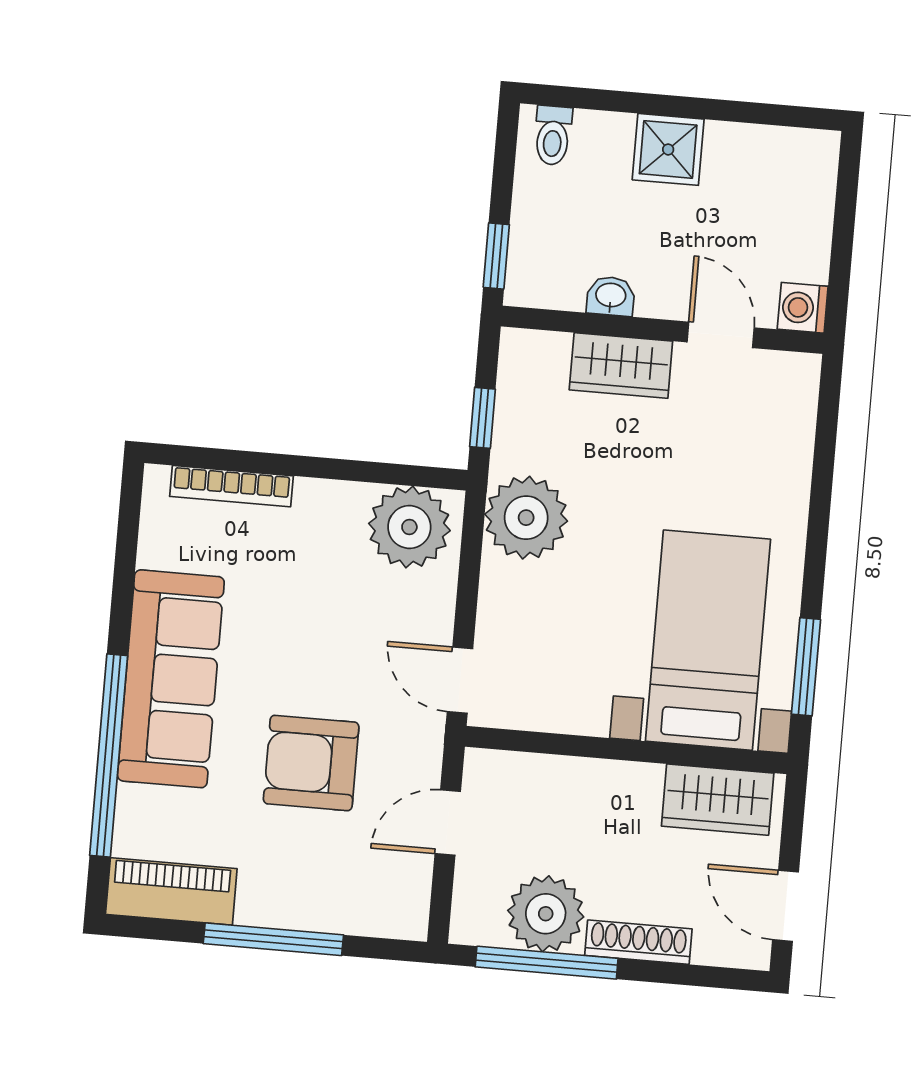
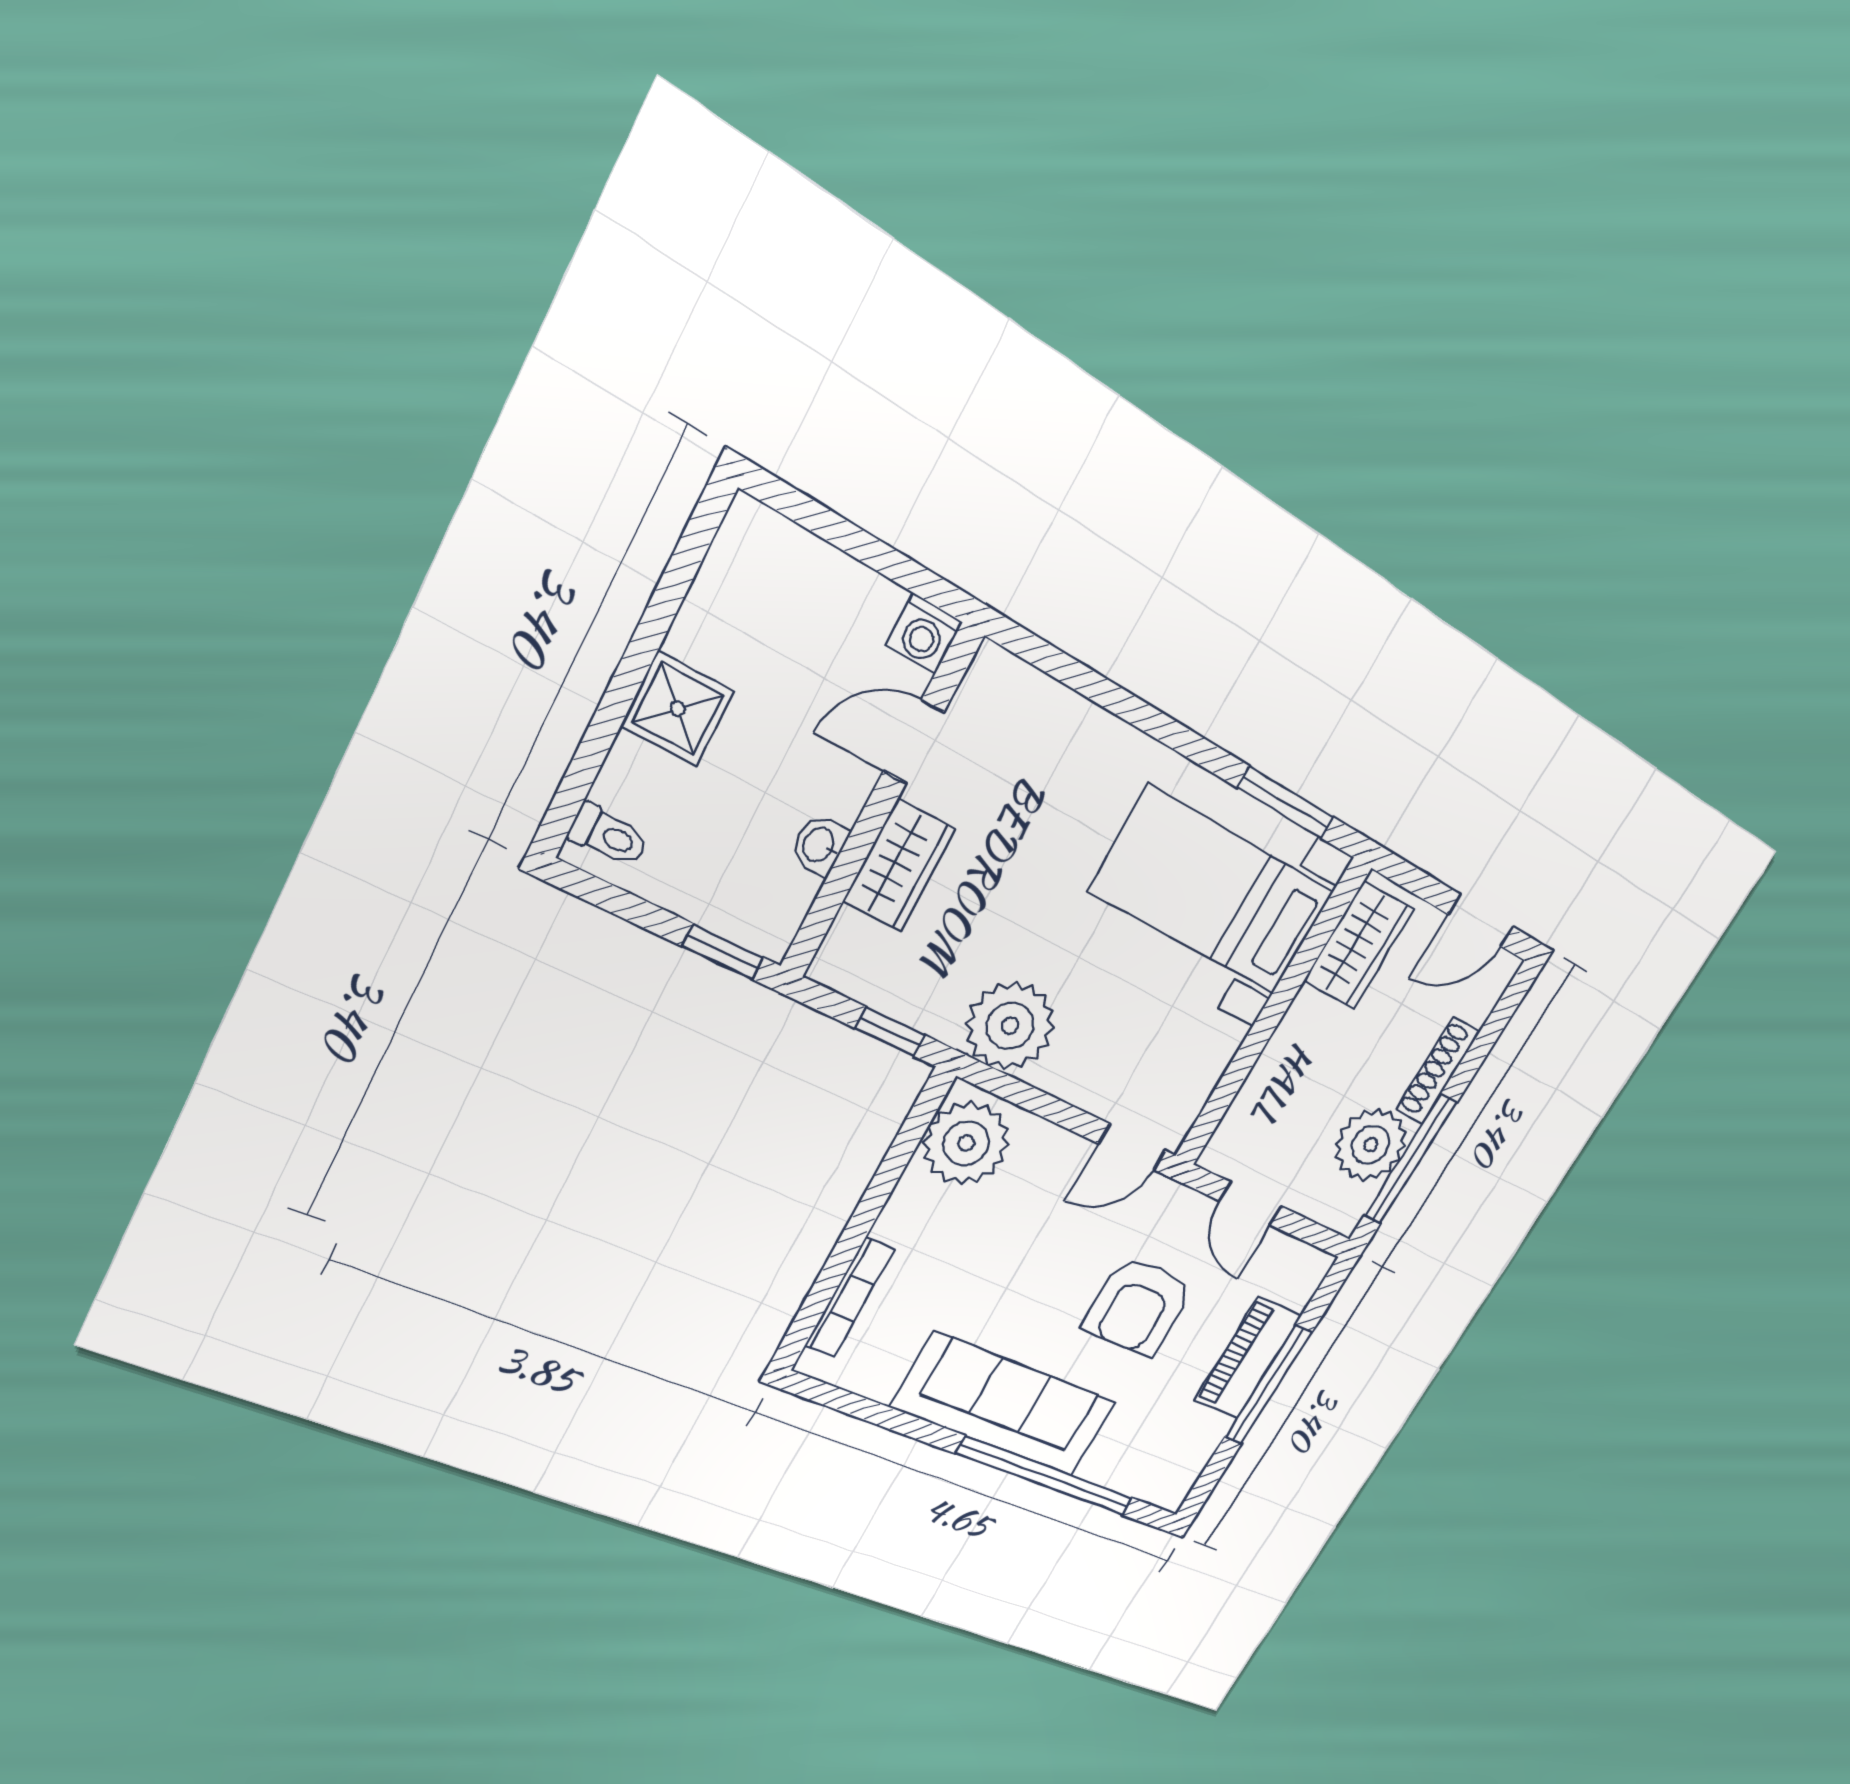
piano: (171, 891) -> (1248, 1358), moved

